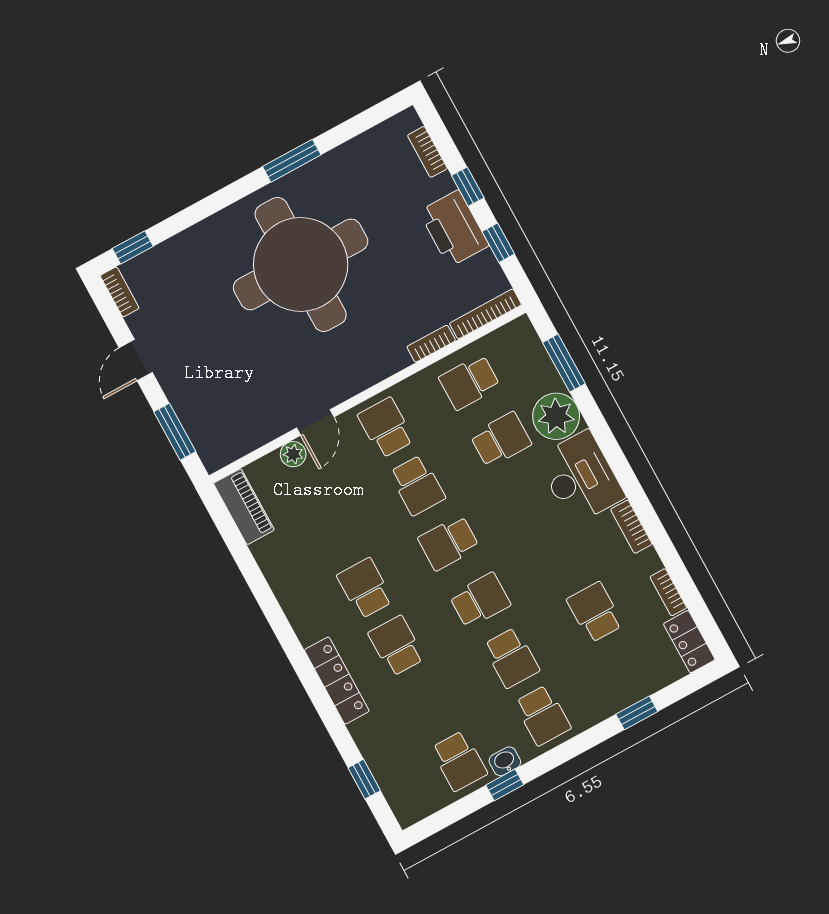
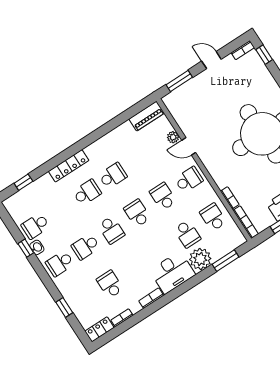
school desk: (417, 485) -> (163, 196), turned 90
school desk: (595, 612) -> (110, 284), turned -90

